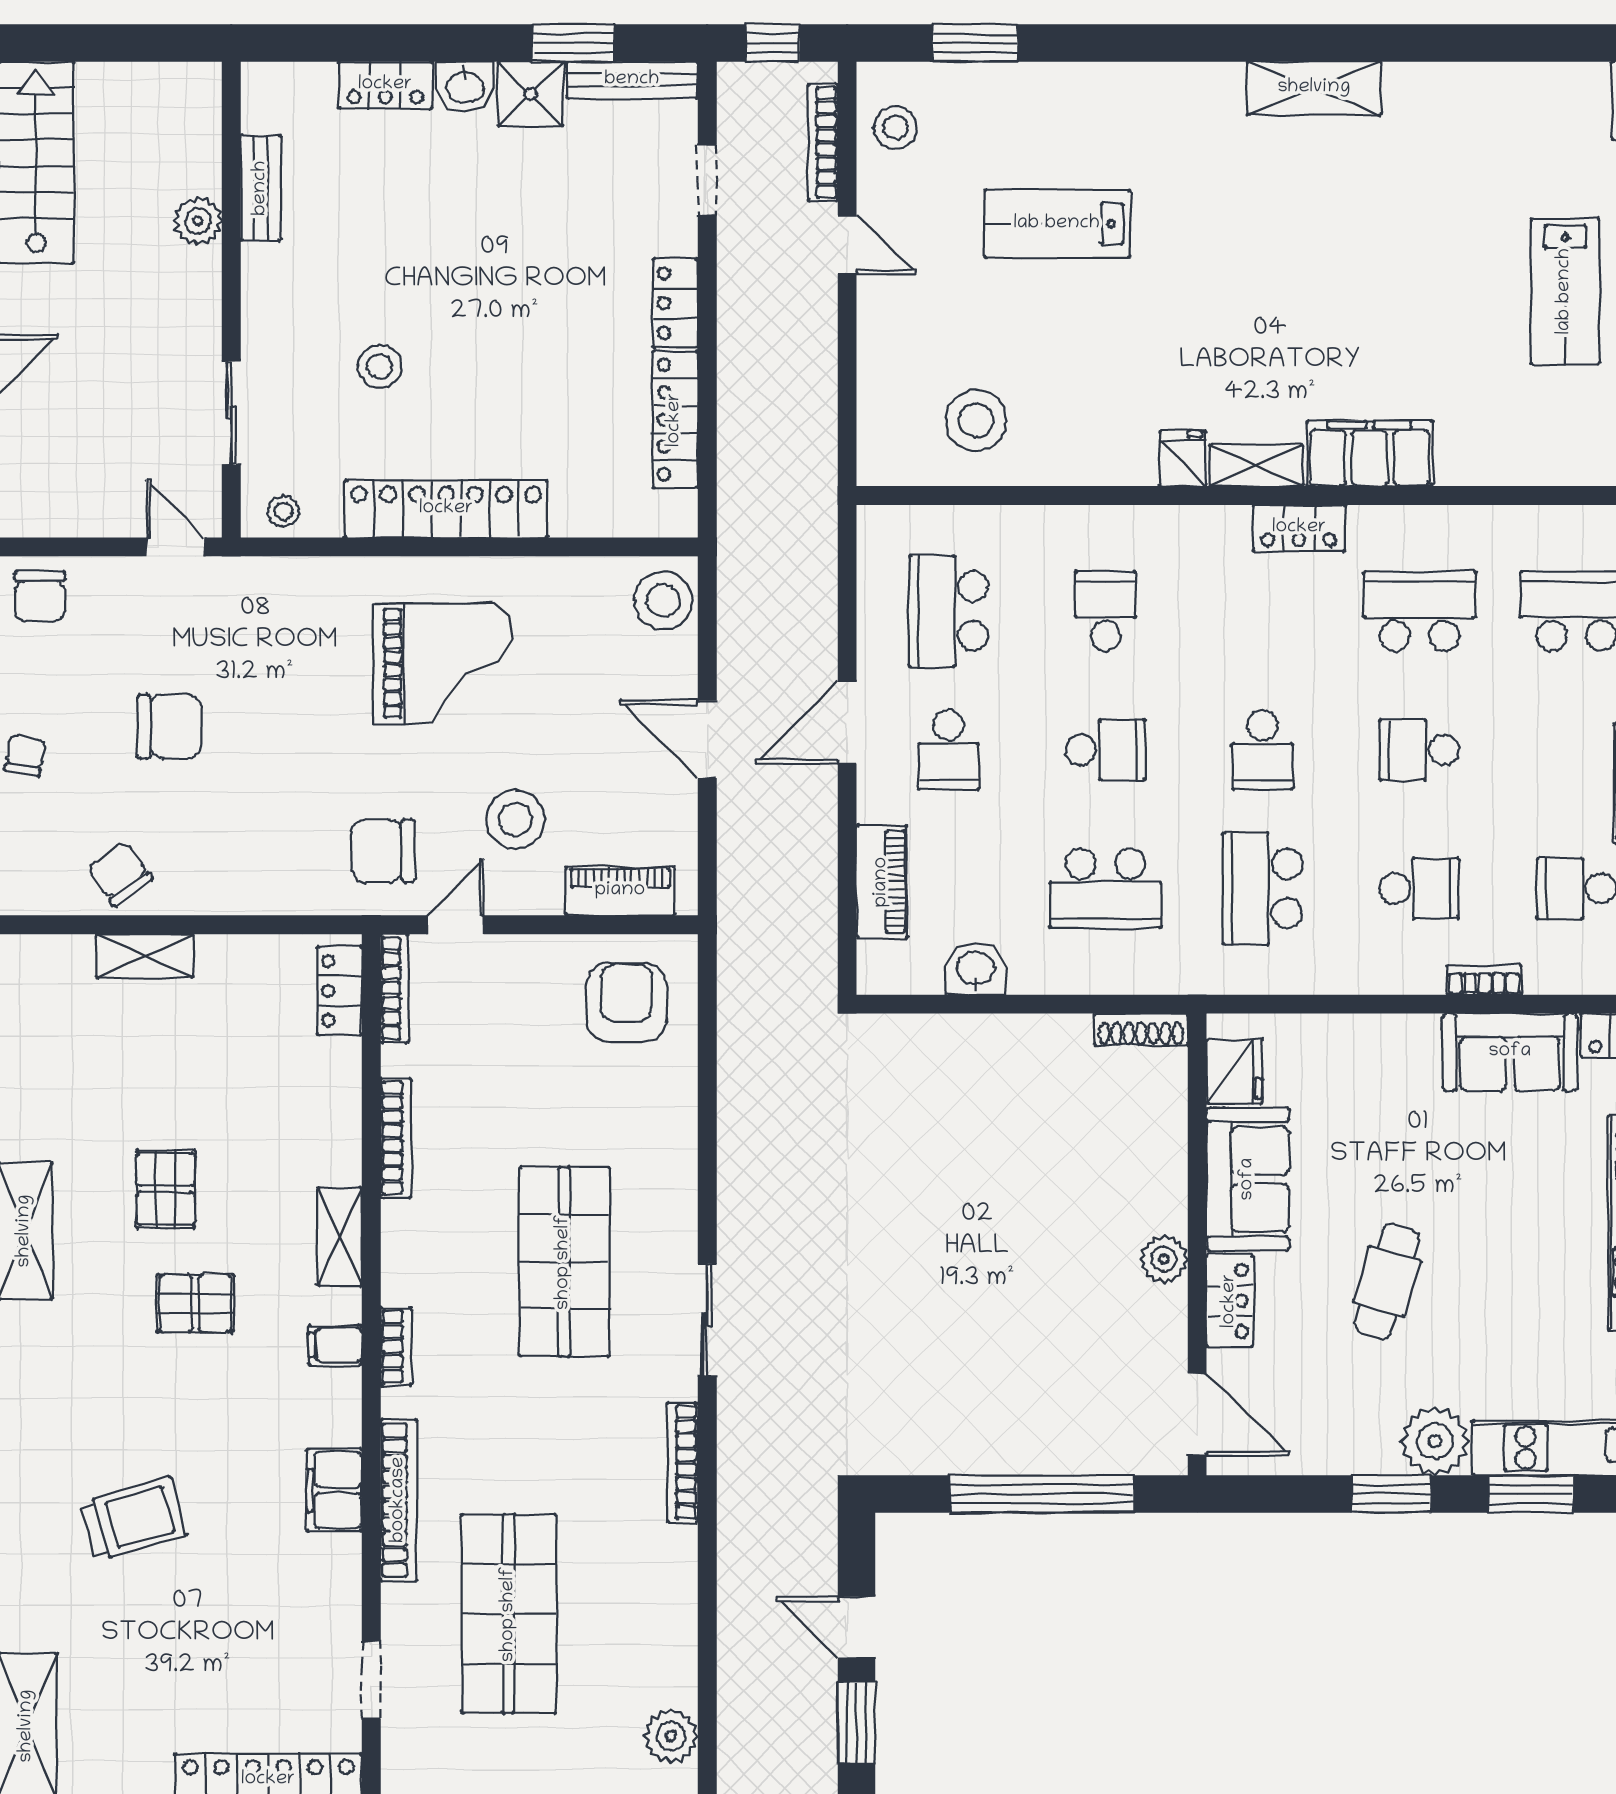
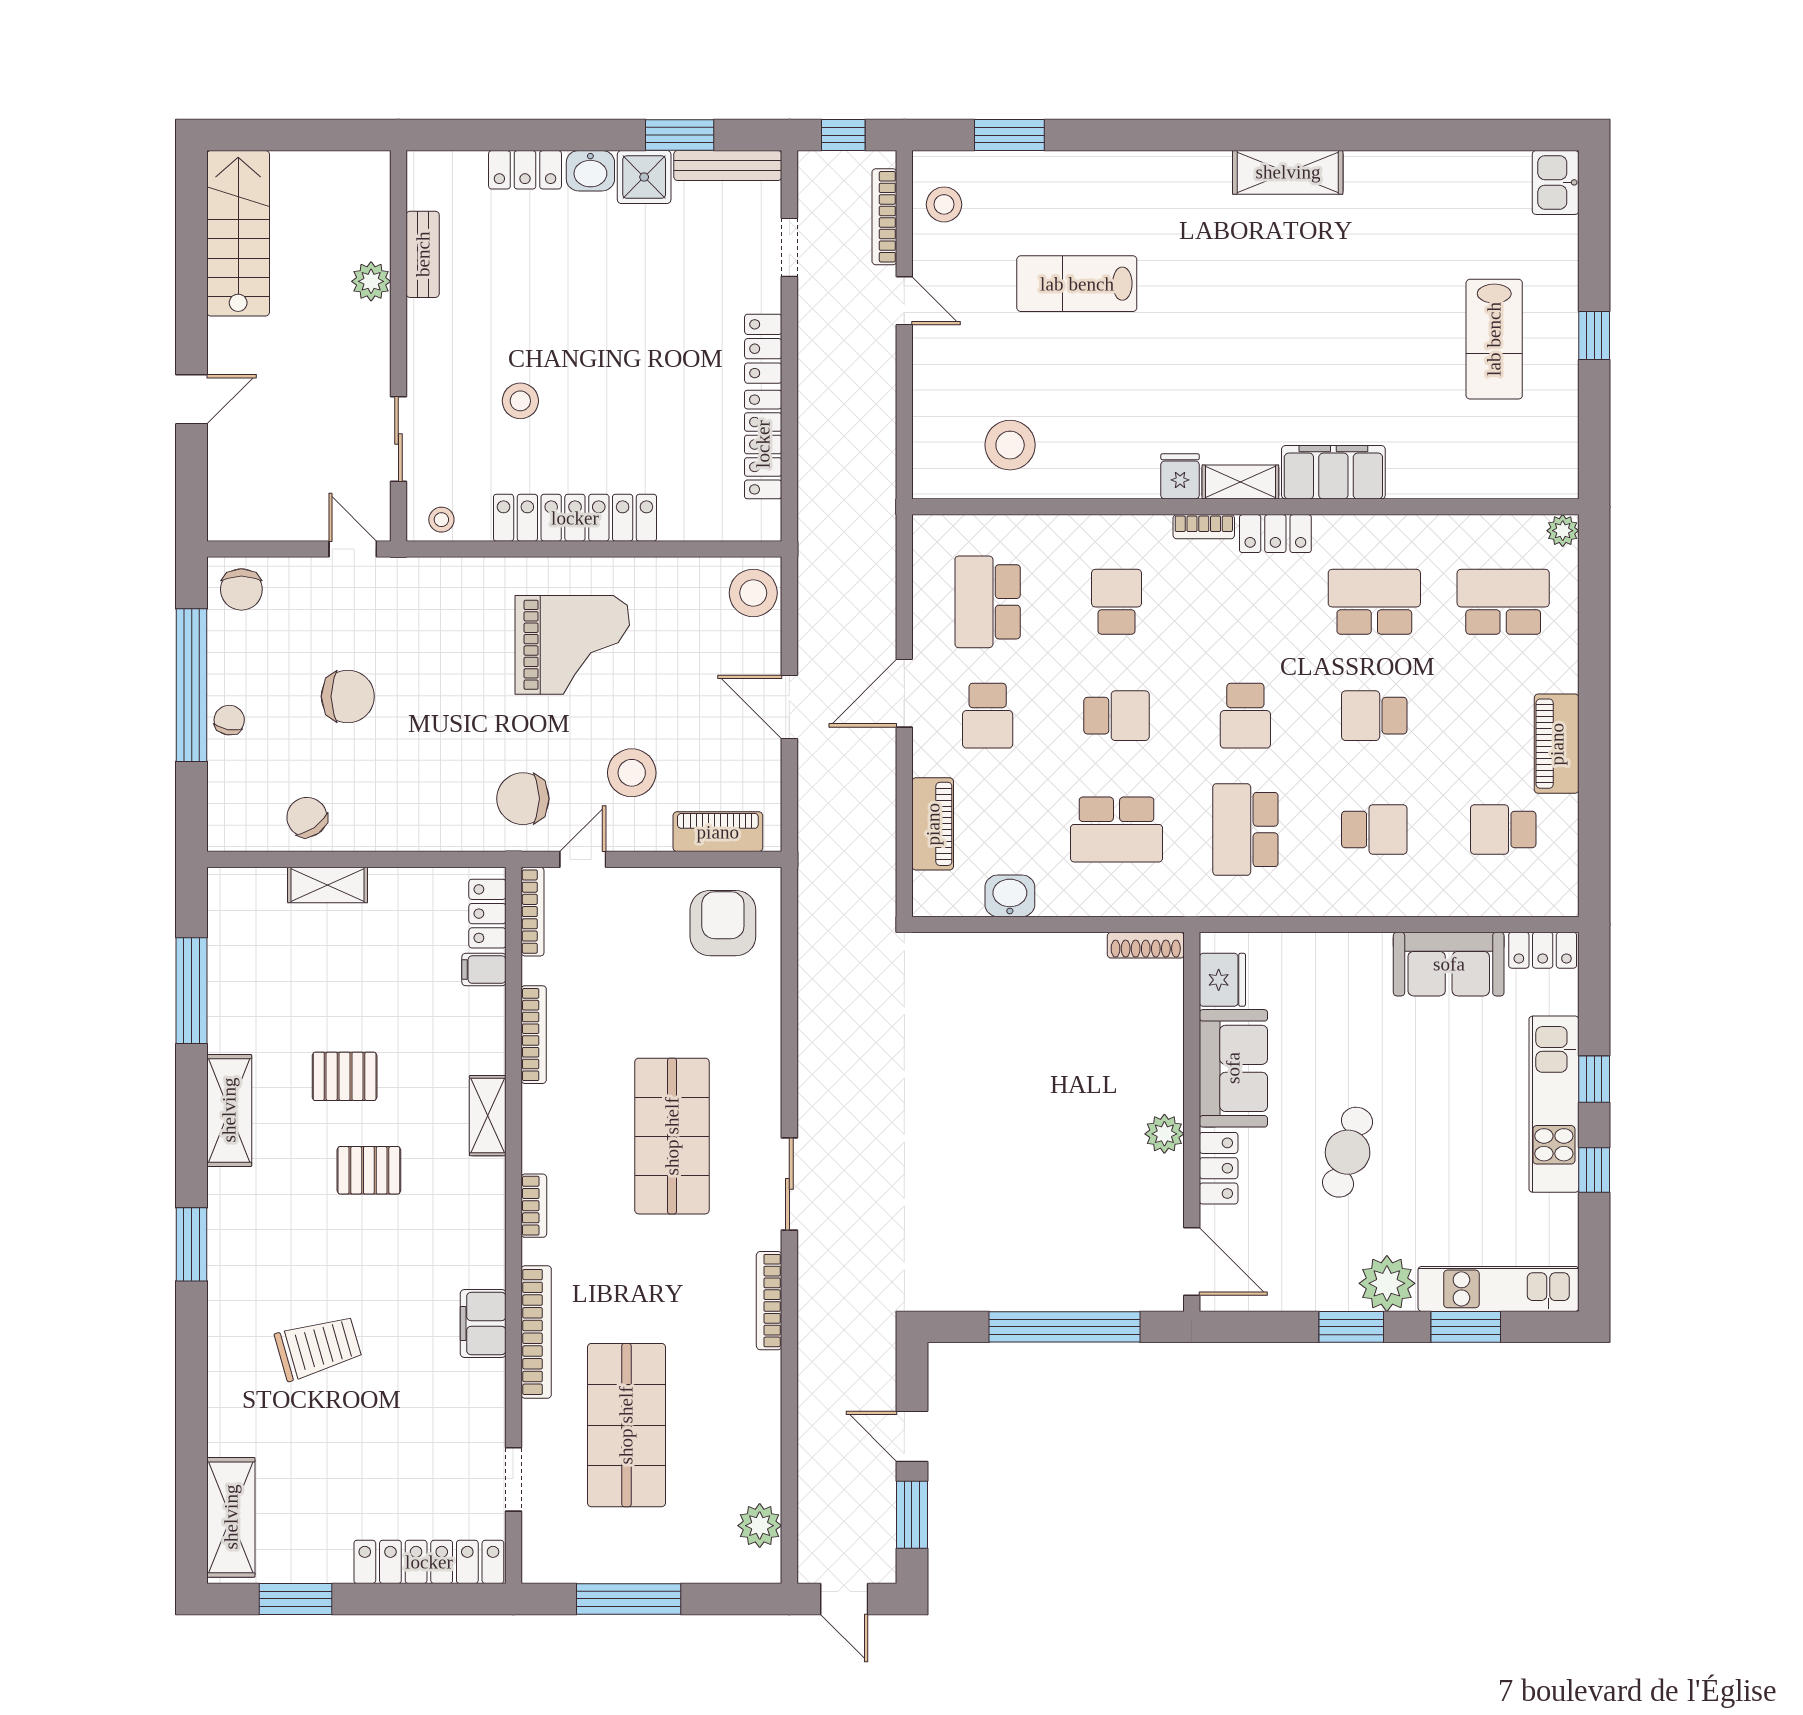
bookcase: (1484, 980) -> (1204, 527), moved, turned 180
pallet: (166, 1189) -> (345, 1076), turned 90
filing cabinet: (335, 1345) -> (484, 970), moved

